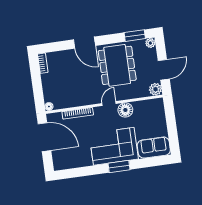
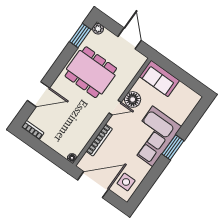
door: (84, 43) -> (38, 94), moved
plant: (155, 89) -> (139, 60), removed
door: (109, 104) -> (115, 108), swing flipped
sofa: (154, 148) -> (159, 78), moved, turned -90
side table: (67, 157) -> (126, 182), added

